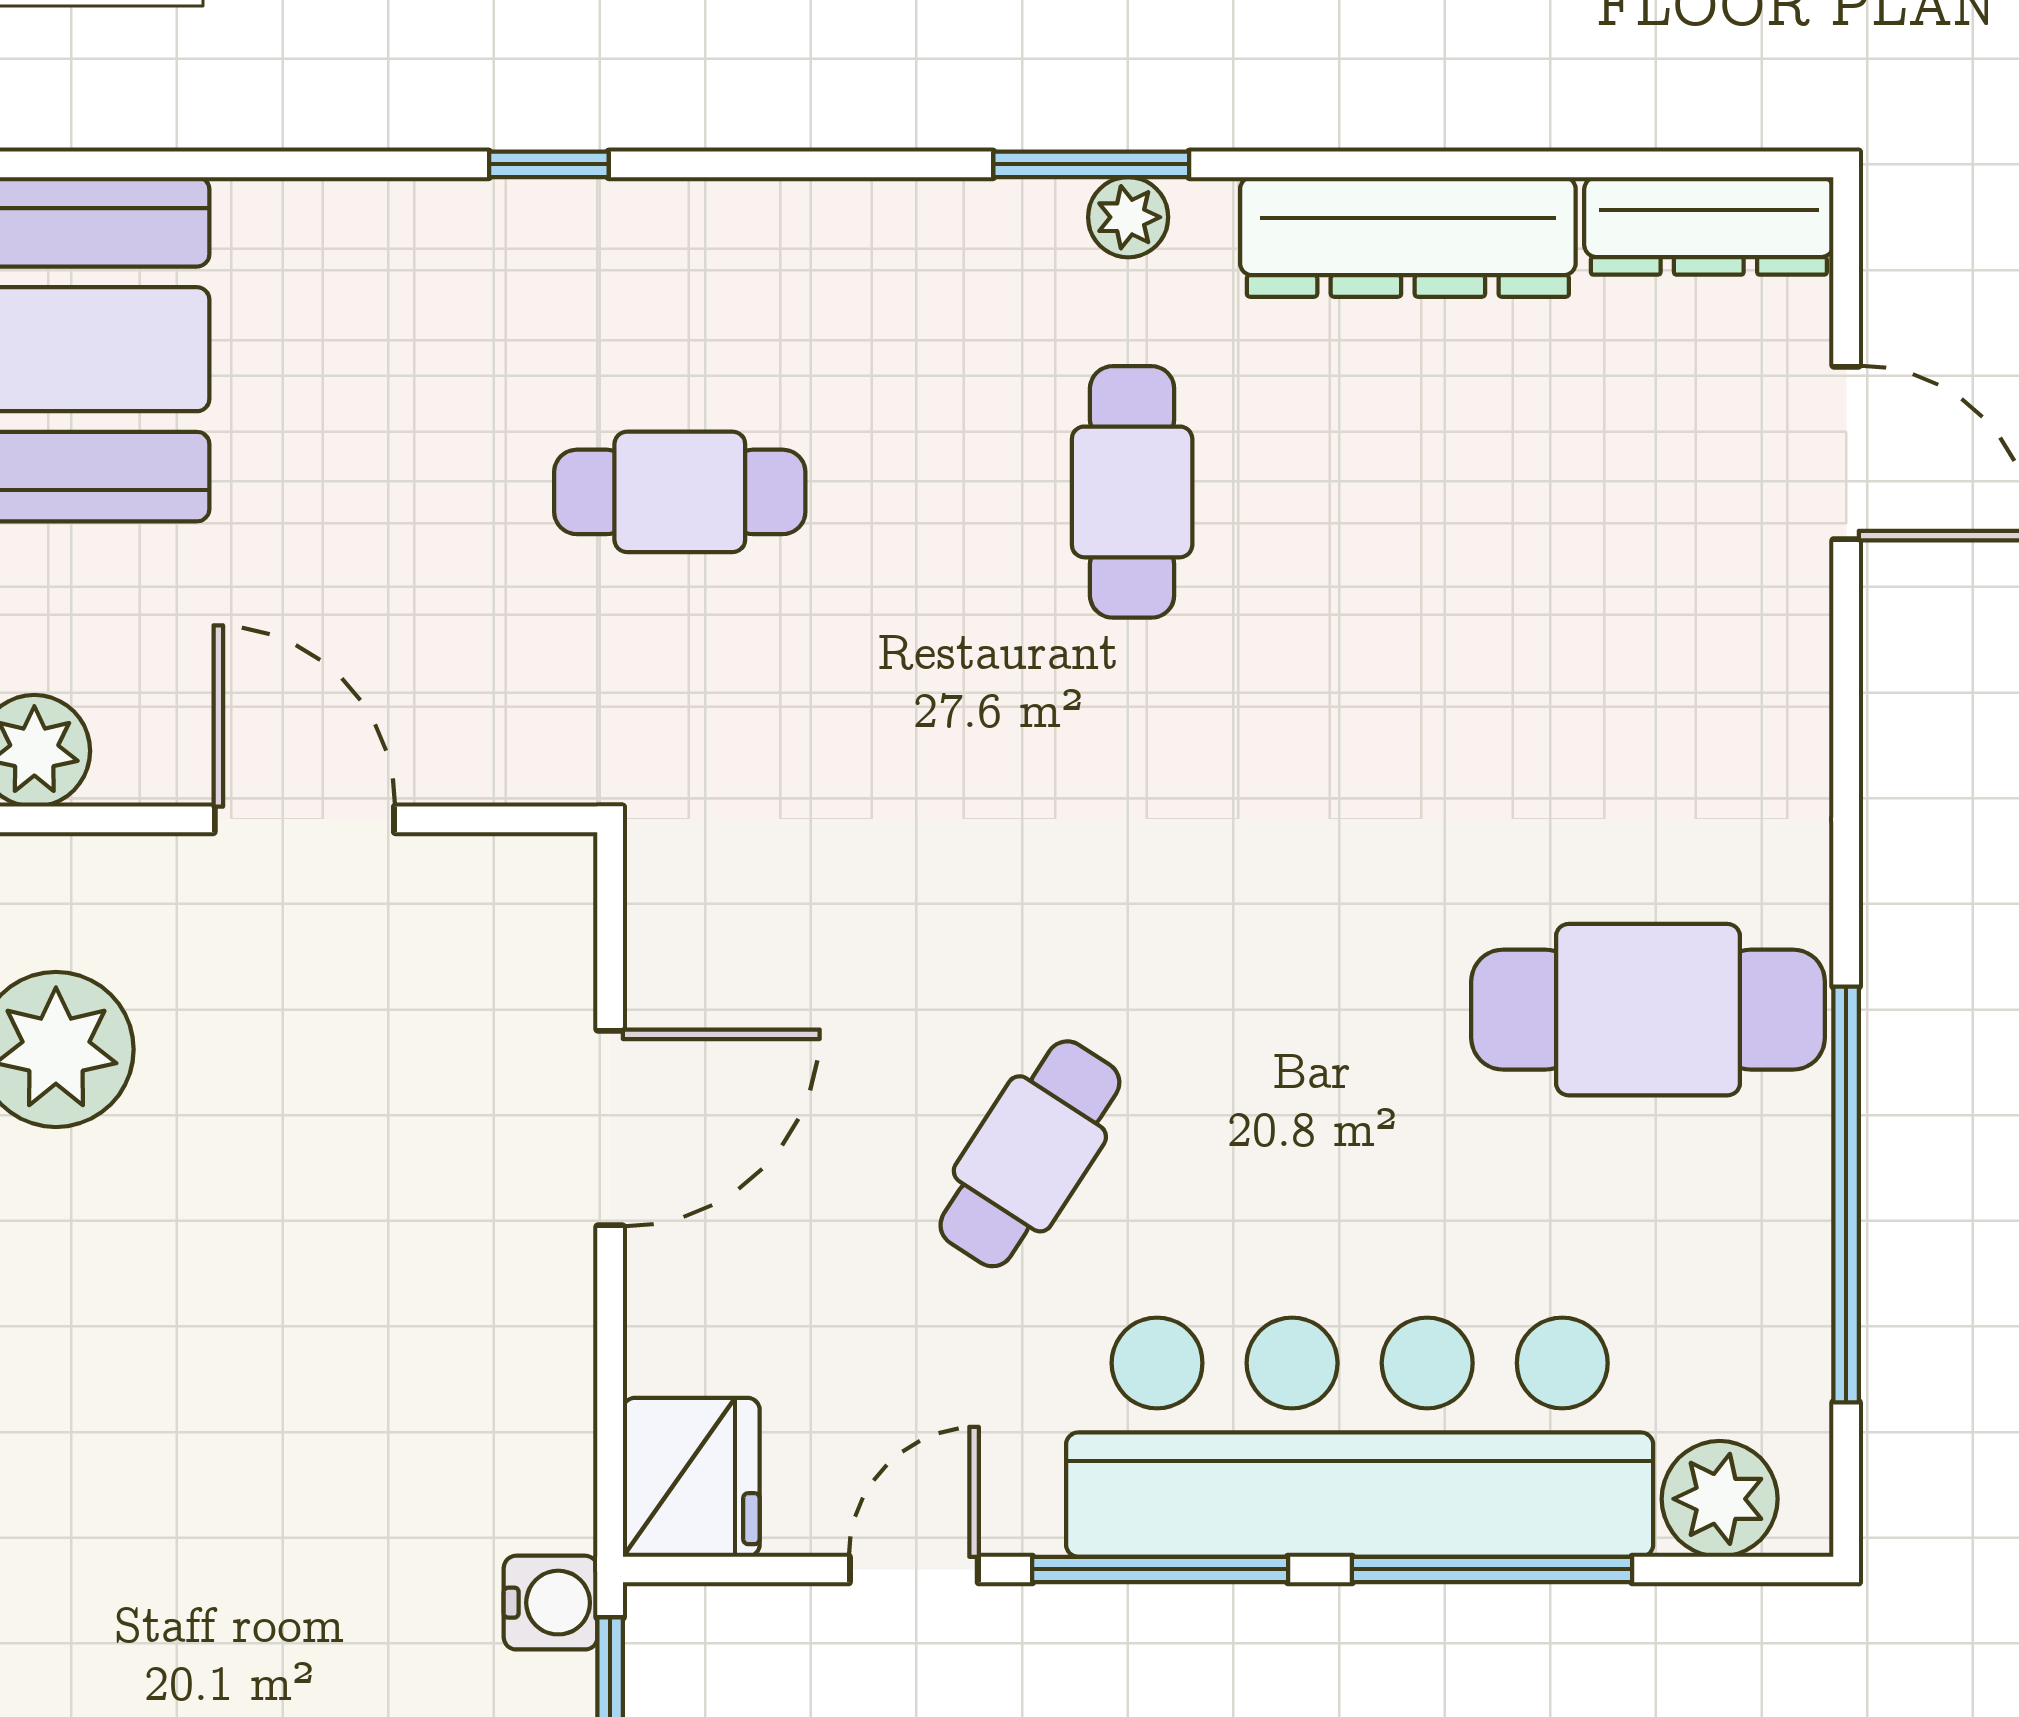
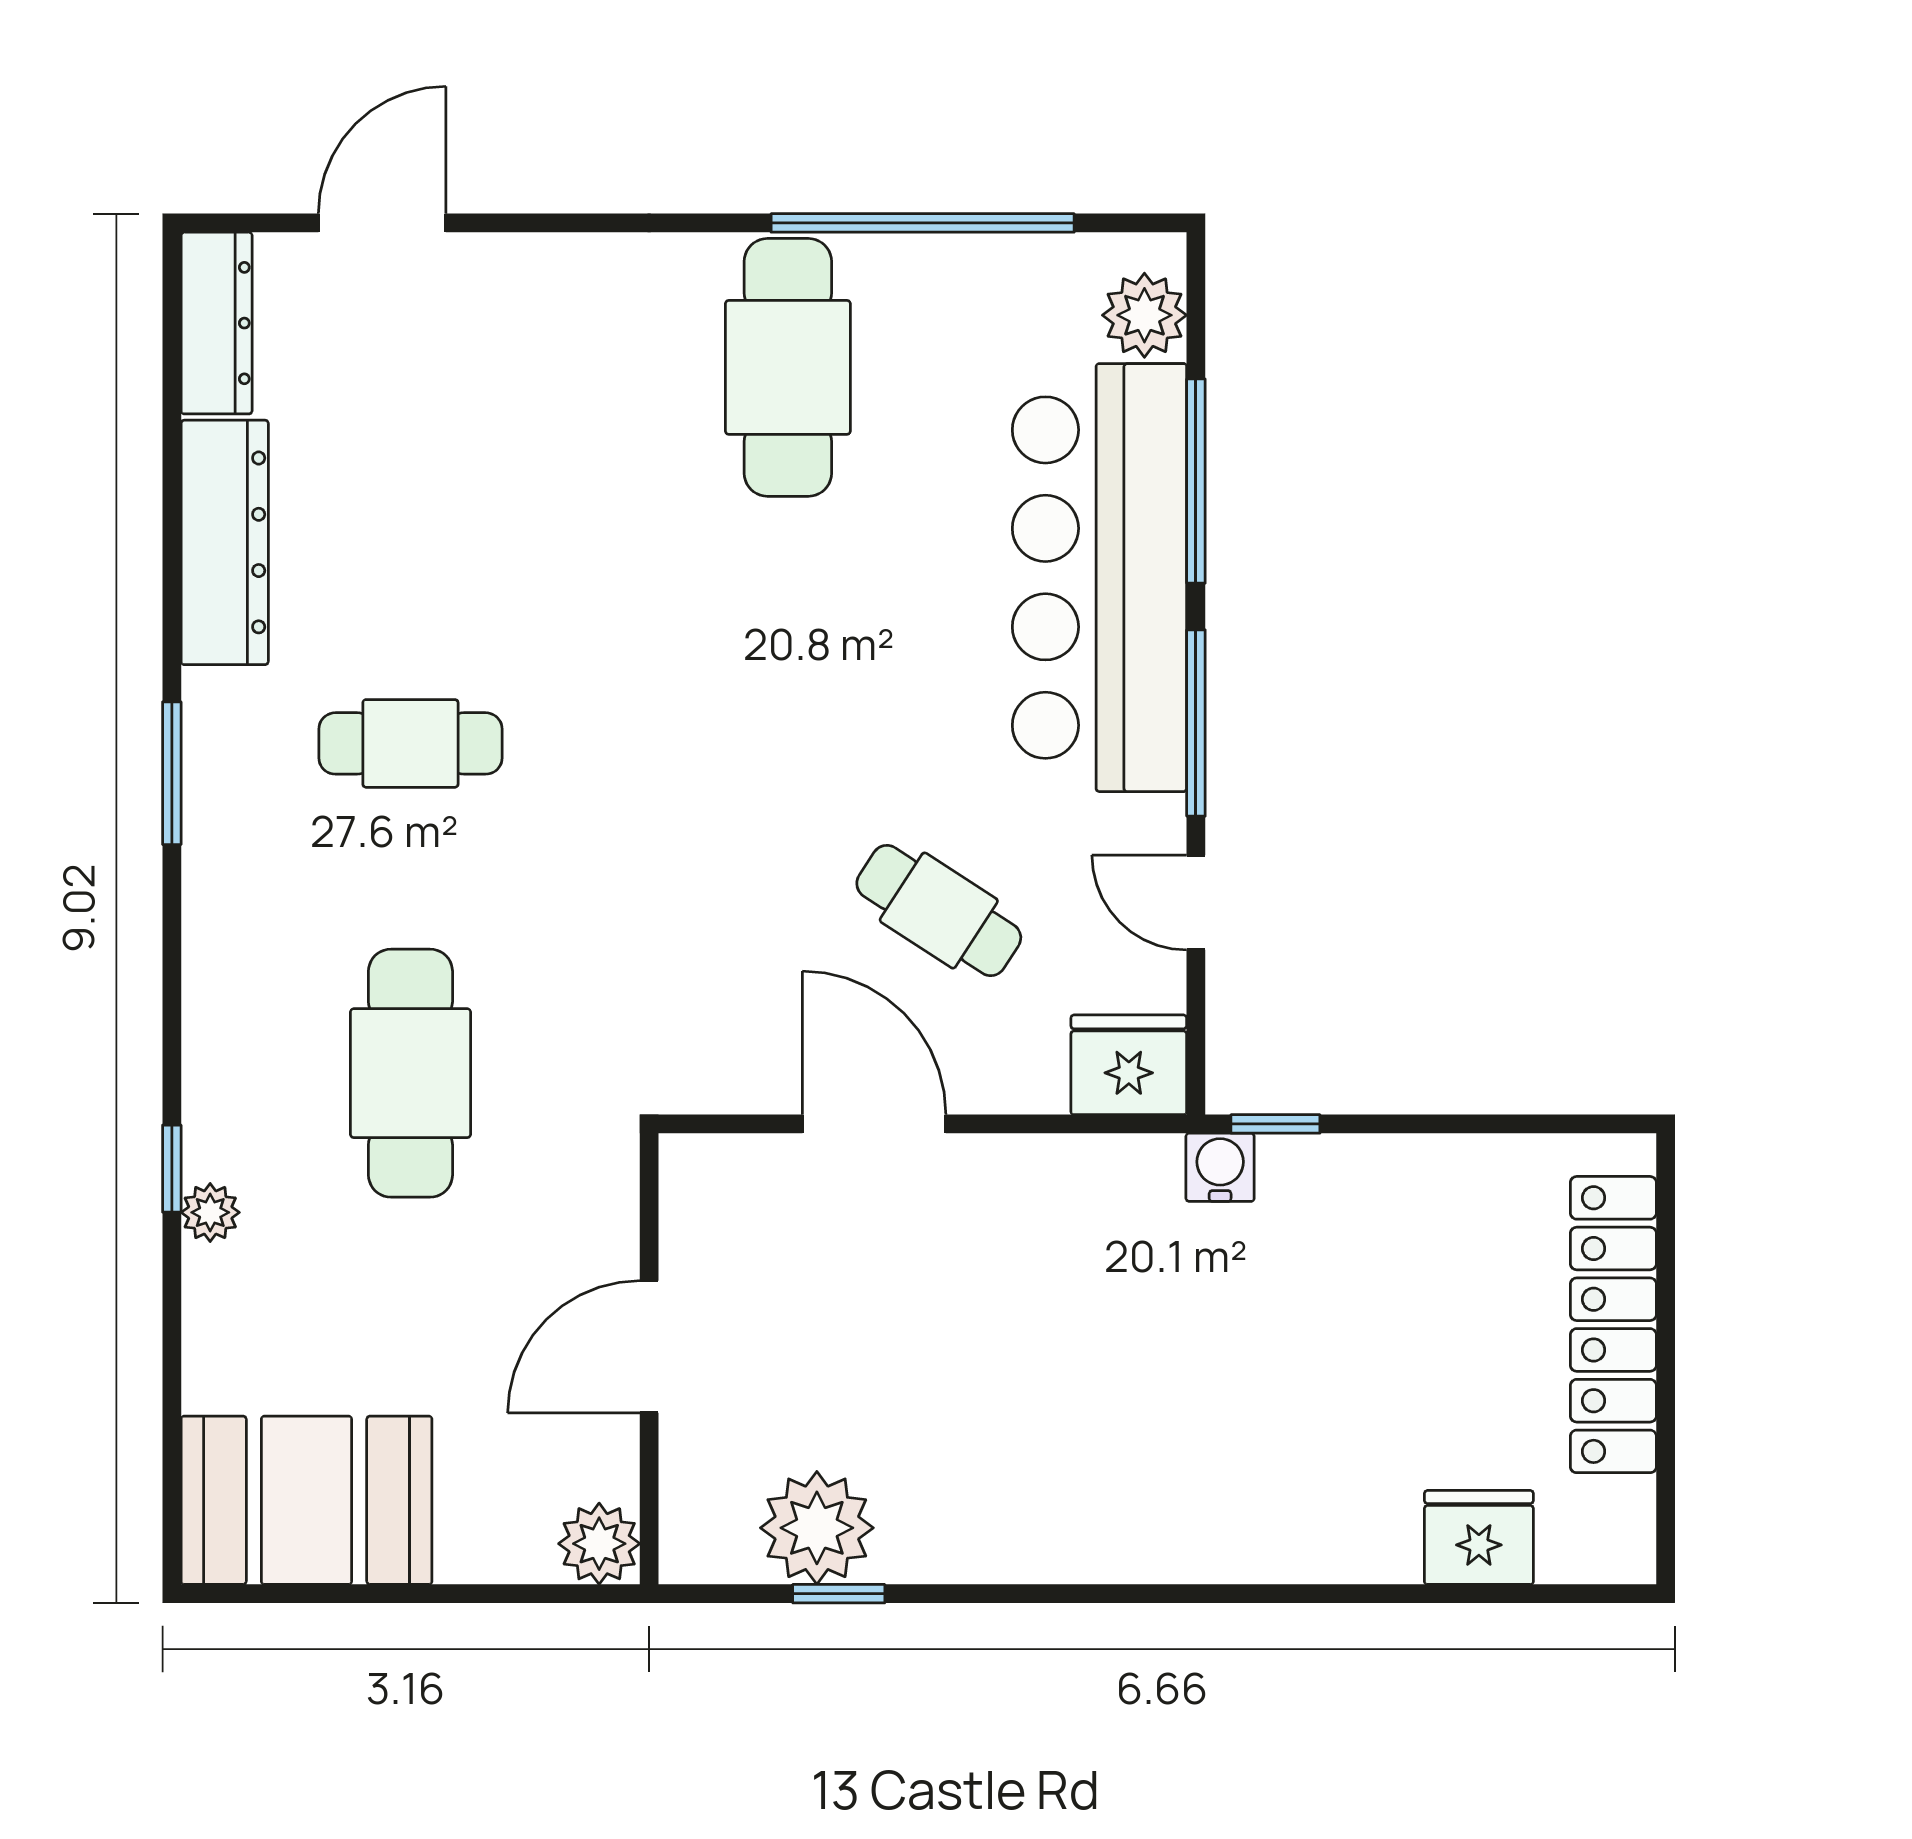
plant: (1128, 217) -> (210, 1212), moved
cafe table: (680, 492) -> (410, 1073), width x1.37, depth x1.35
cafe table: (1030, 1154) -> (939, 911), moved

